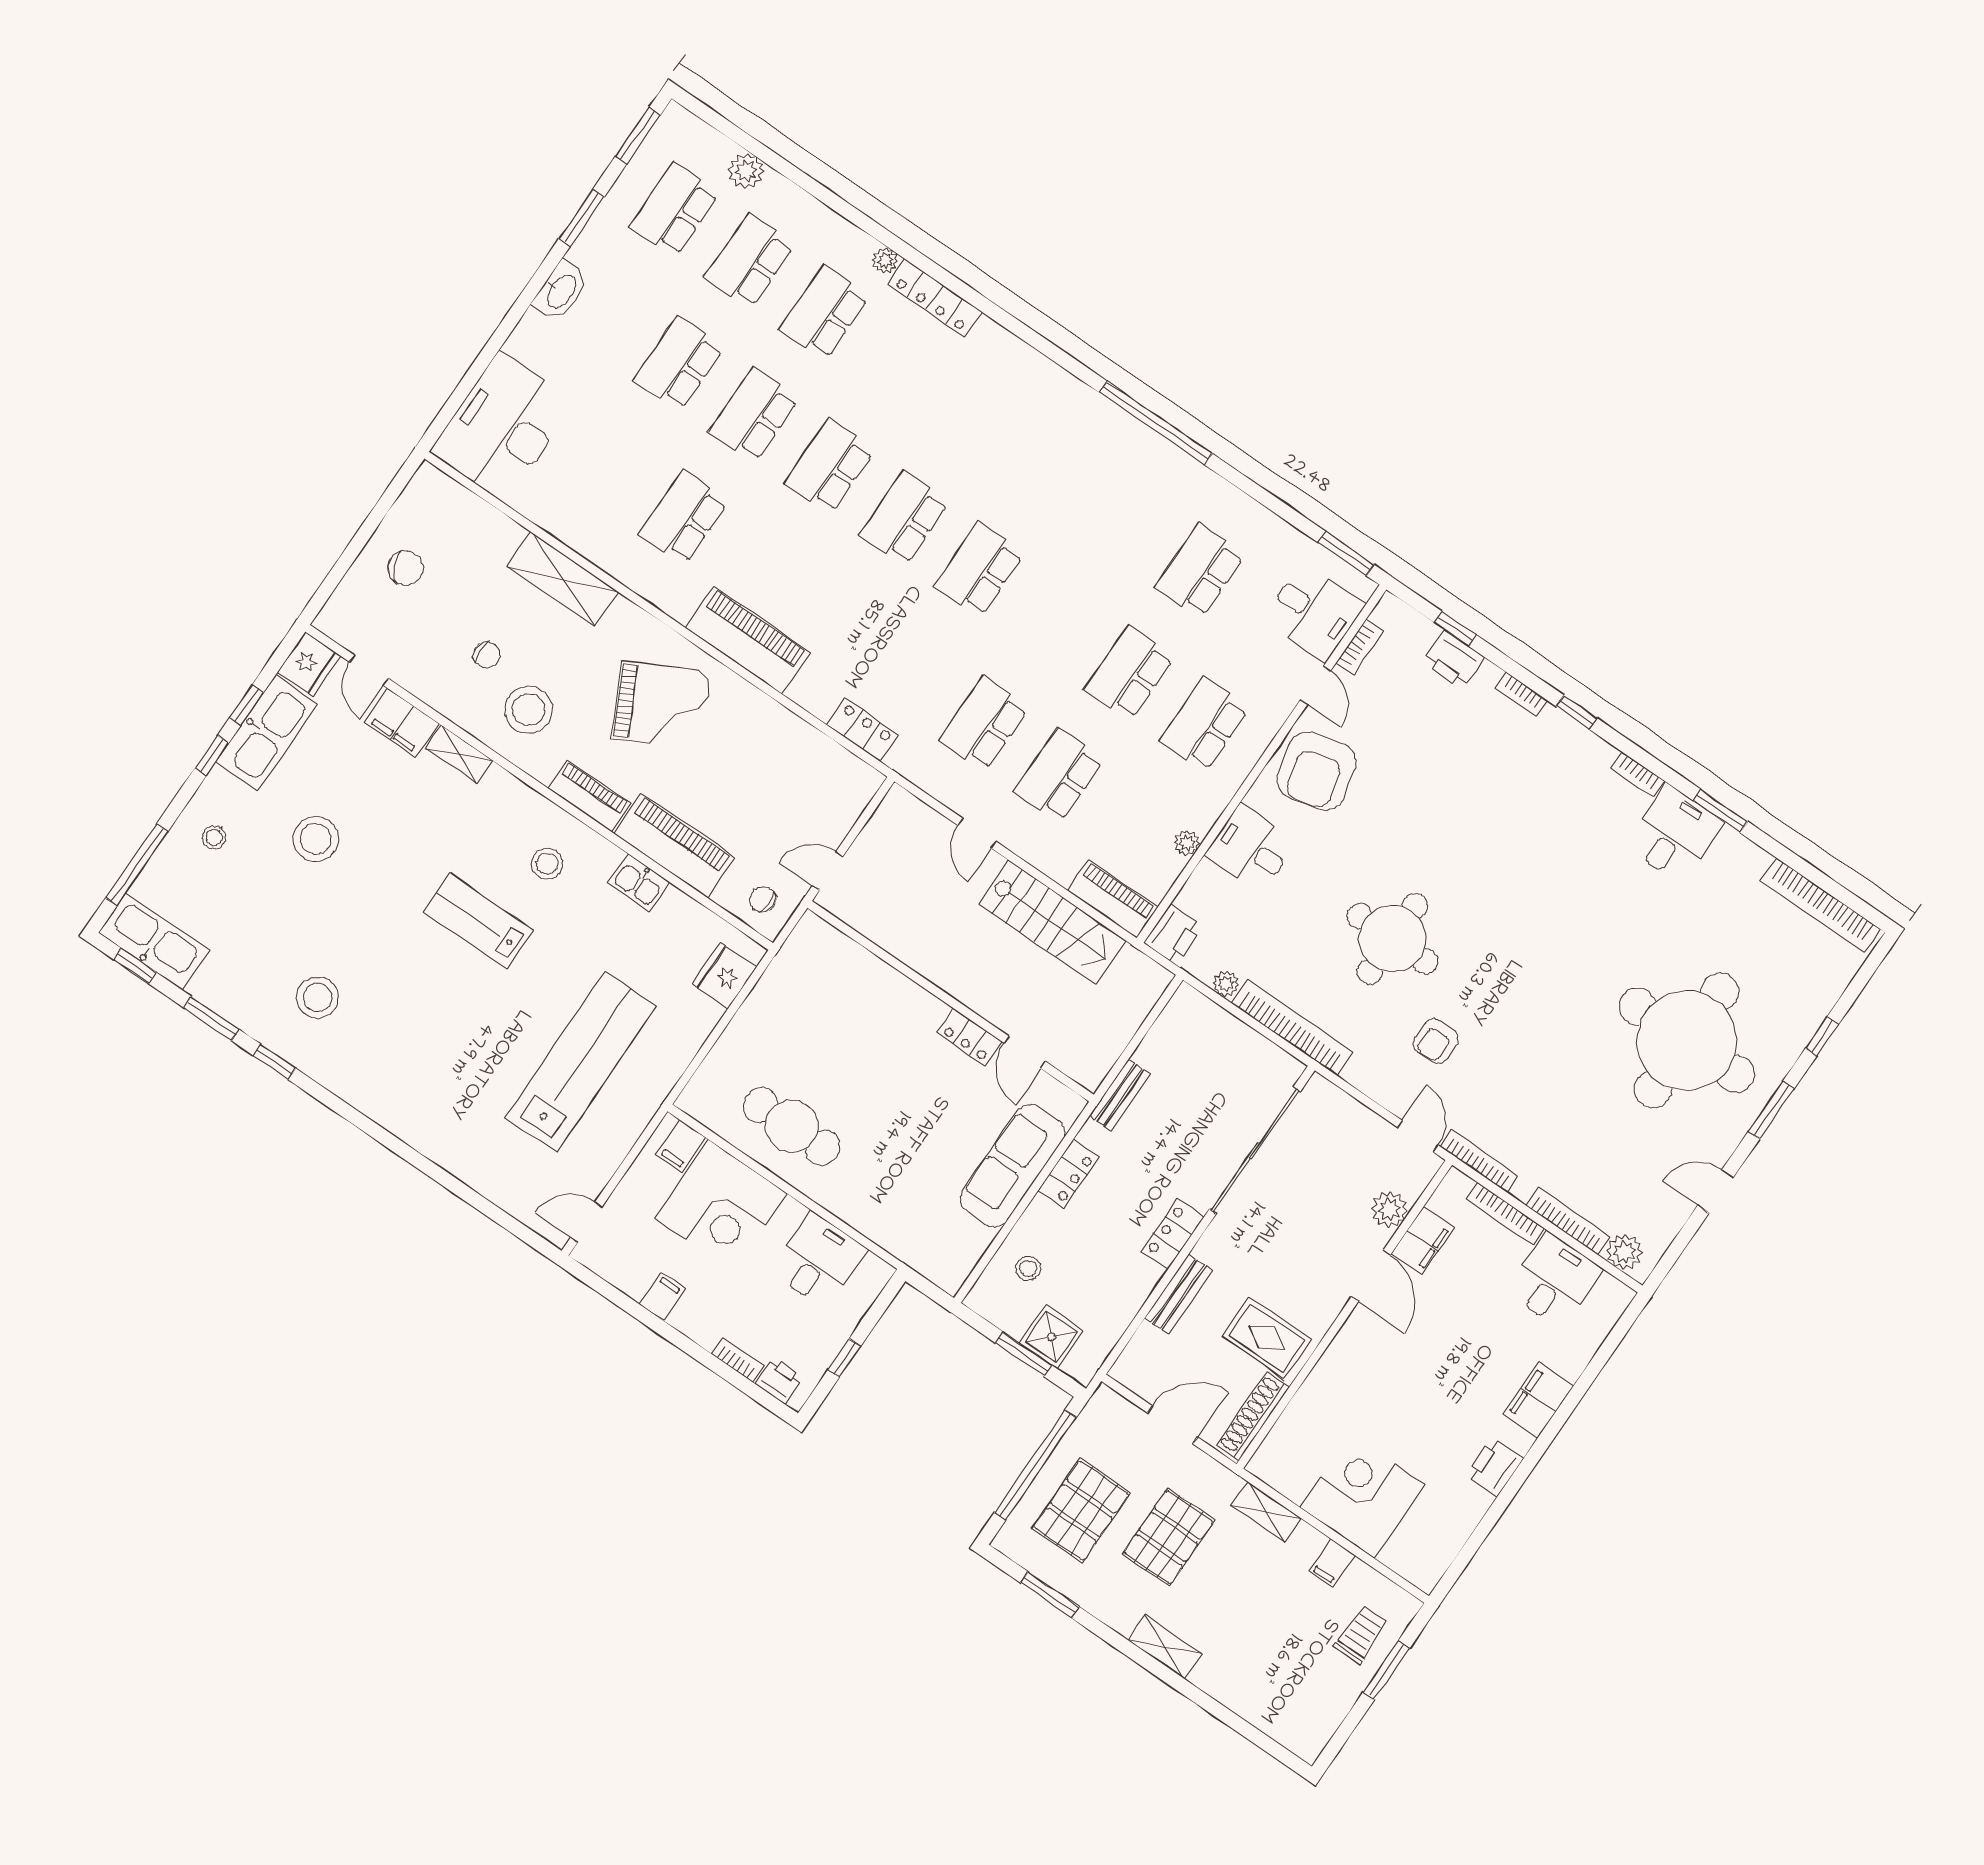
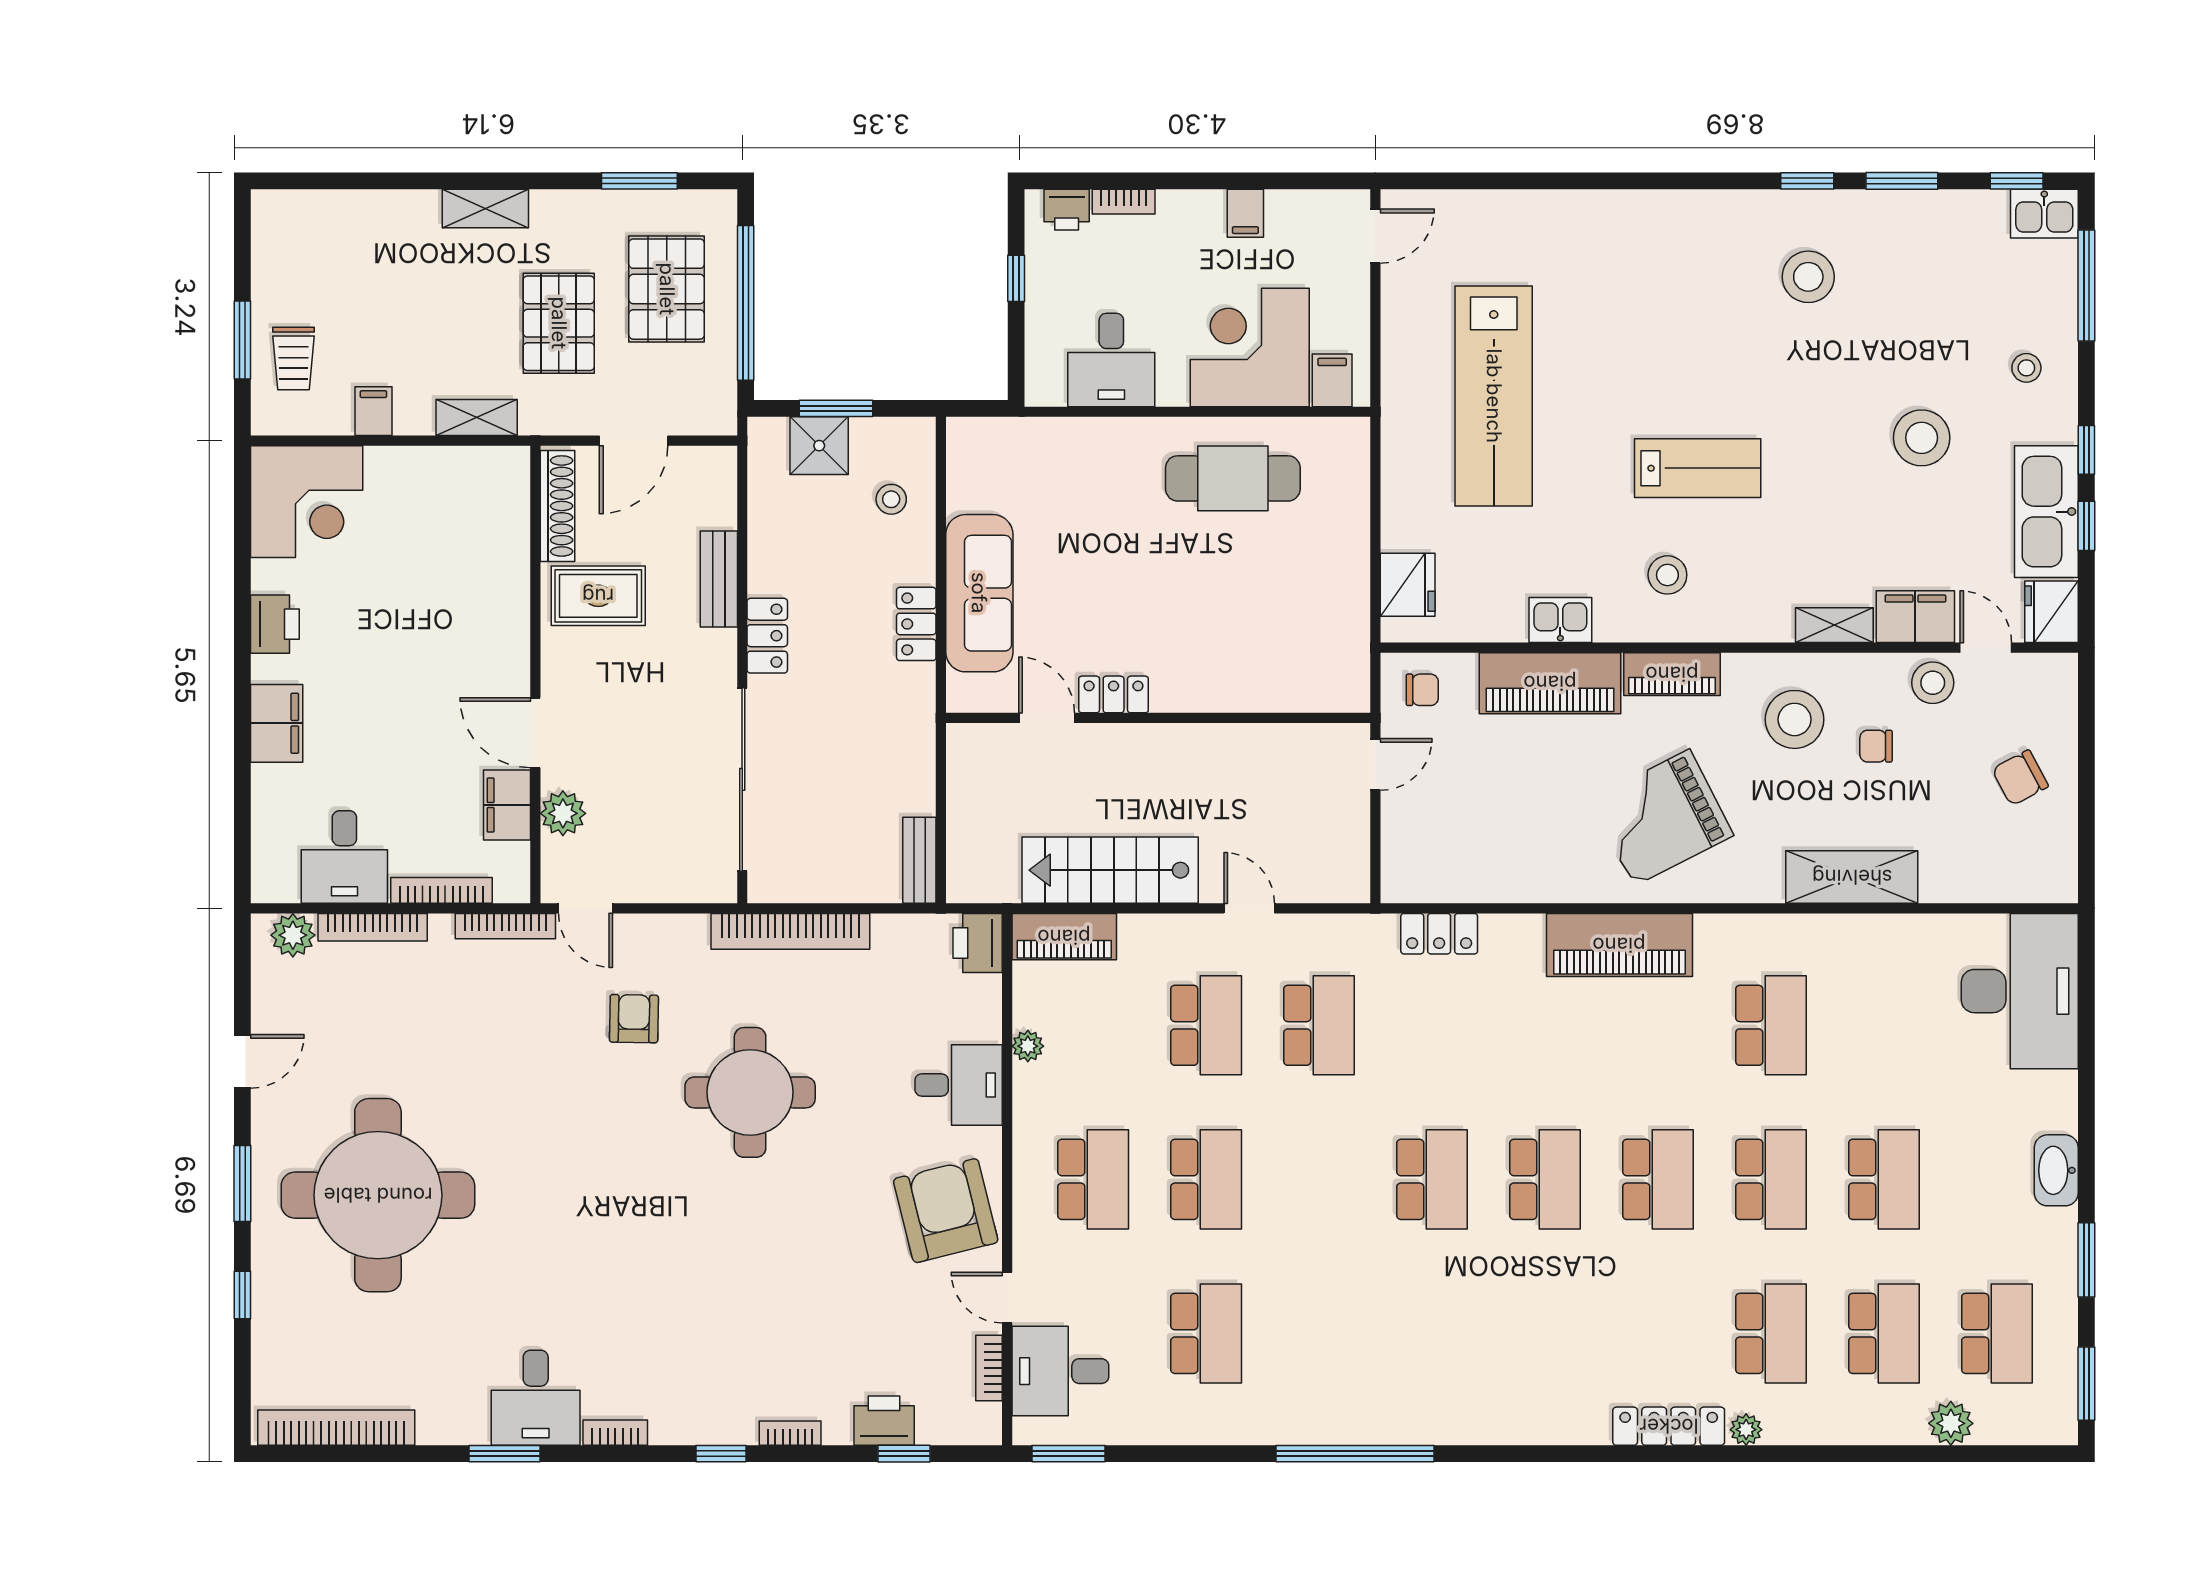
stool: (420, 671) -> (1933, 683), added
kitchen sink: (154, 941) -> (2044, 214), width x0.53, depth x0.81
plant: (1226, 984) -> (889, 929), removed
bench: (1120, 1095) -> (919, 860), moved
corner desk: (1363, 1496) -> (307, 502), moved

